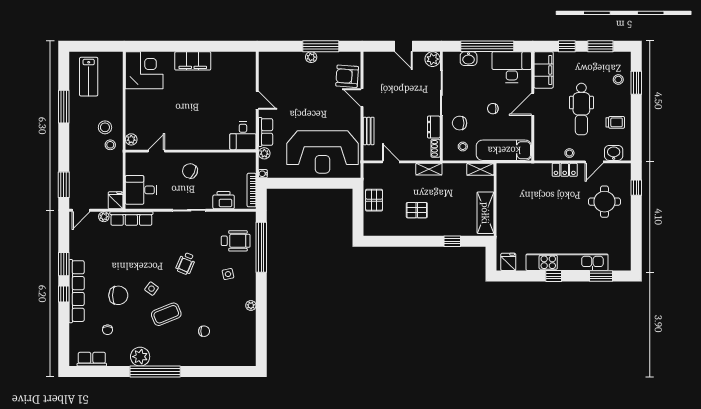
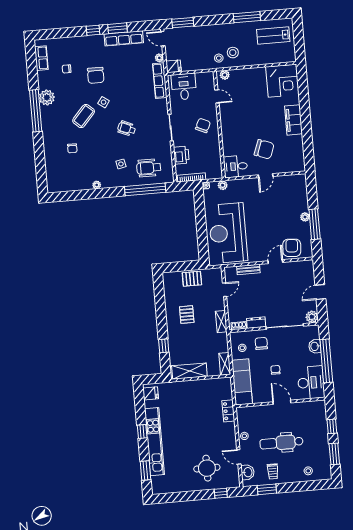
filing cabinet: (544, 70) -> (311, 409), removed
window: (636, 83) -> (267, 489), moved
chair: (225, 100) -> (264, 149), added
row of seats: (266, 132) -> (240, 185), removed
locker: (565, 170) -> (228, 411), moved
wheelchair: (236, 241) -> (149, 168), turned 90
row of seats: (77, 291) -> (124, 38), moved, width x0.73
coffee table: (166, 314) -> (84, 116), turned 64

